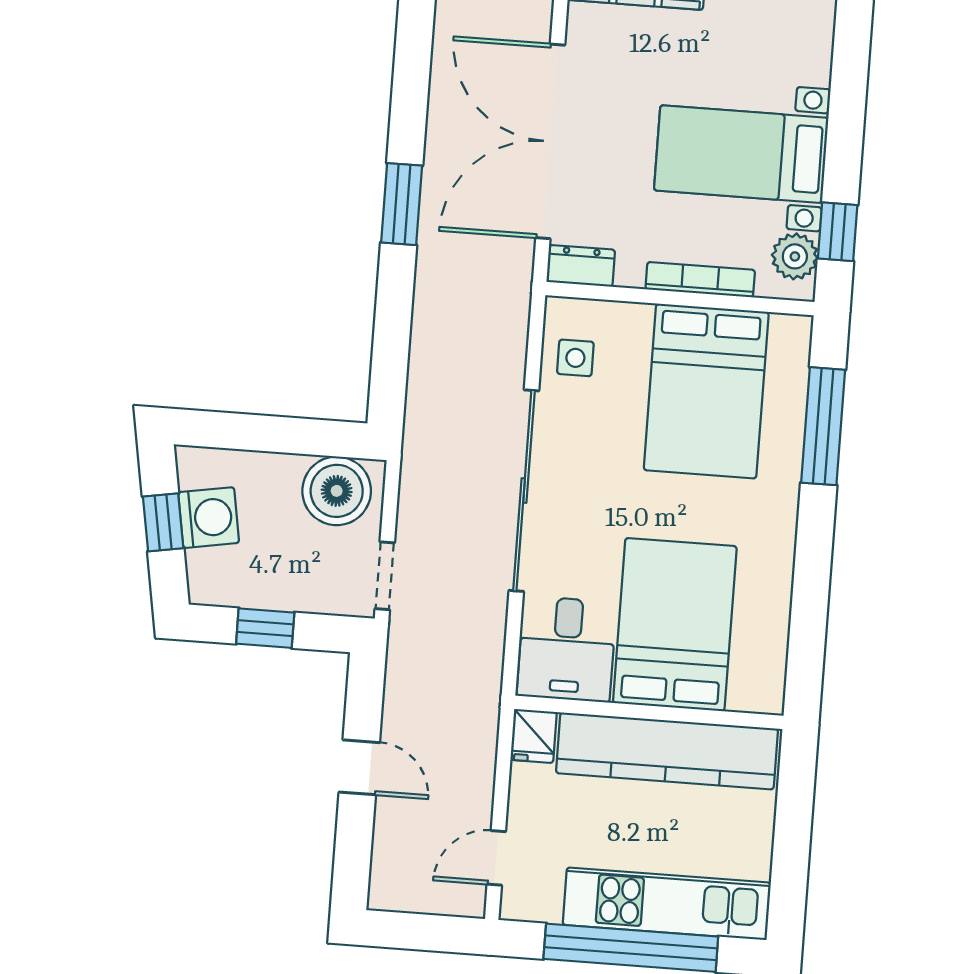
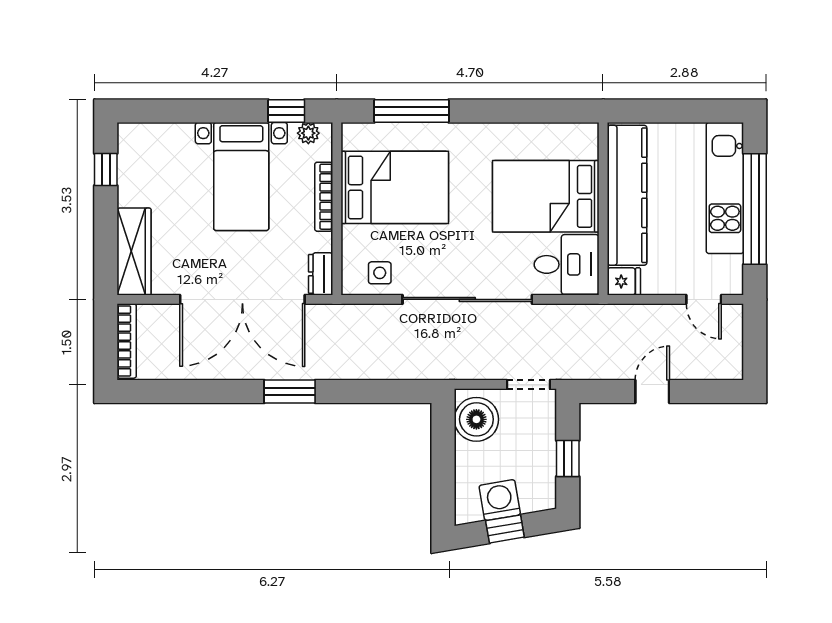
plant: (795, 256) -> (308, 133), width x0.73, depth x0.73

